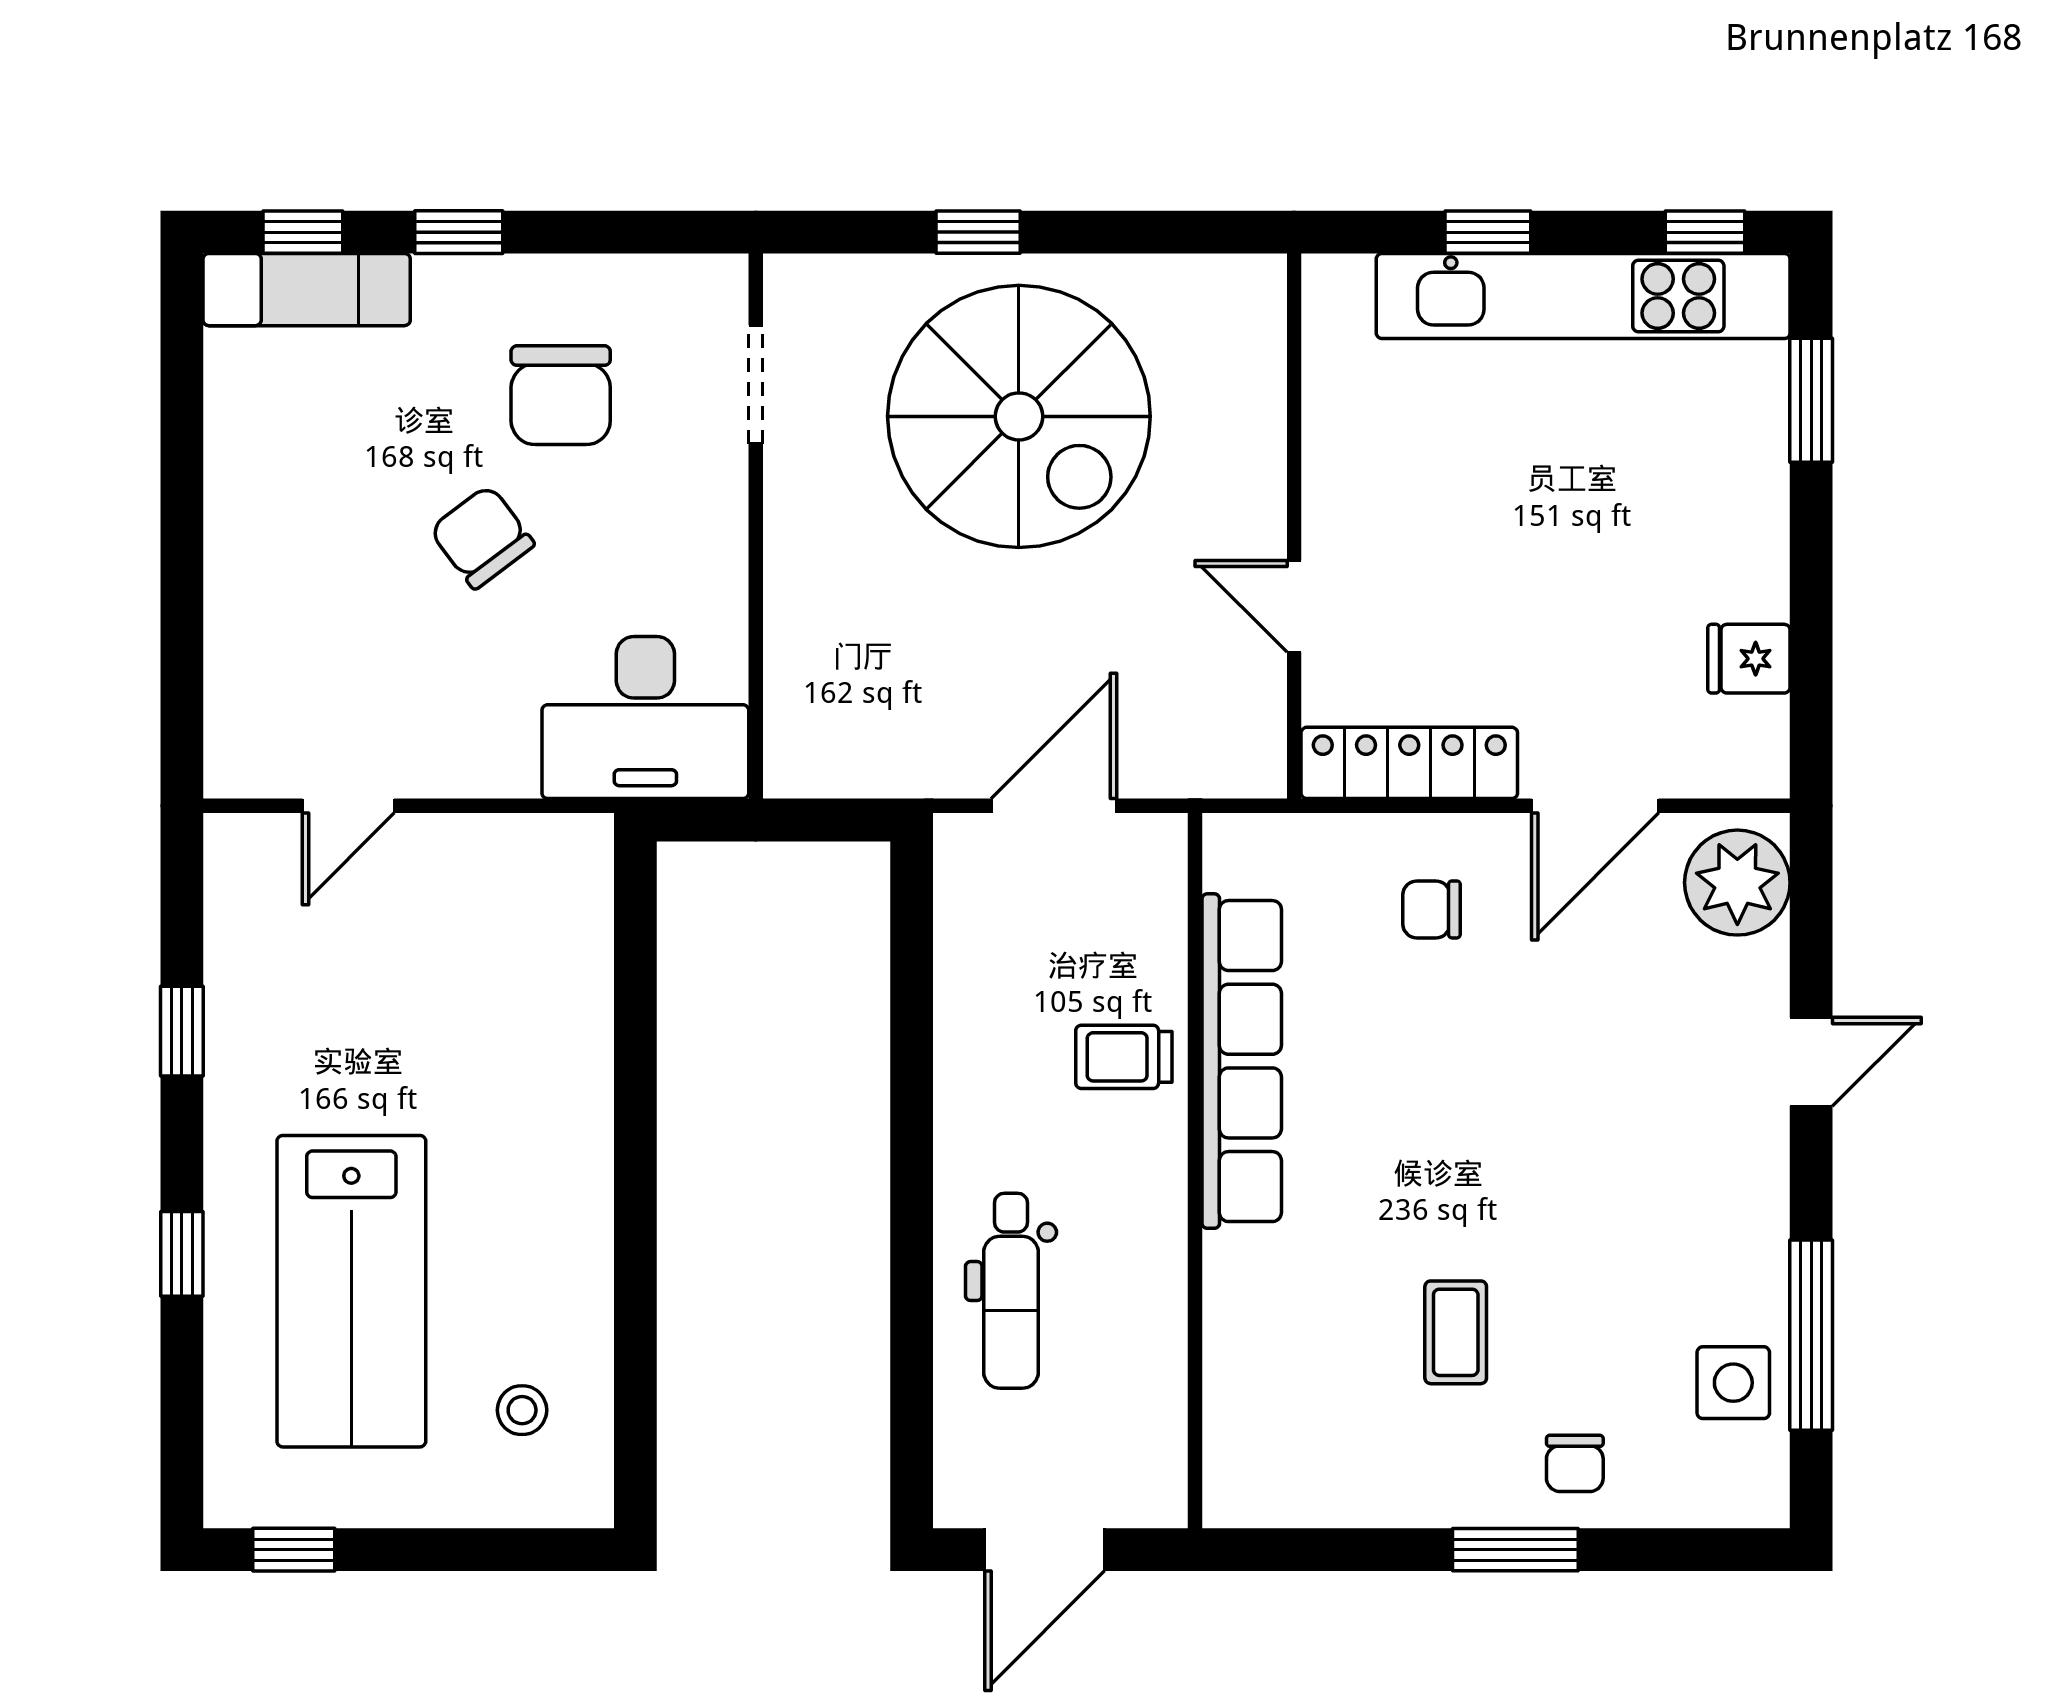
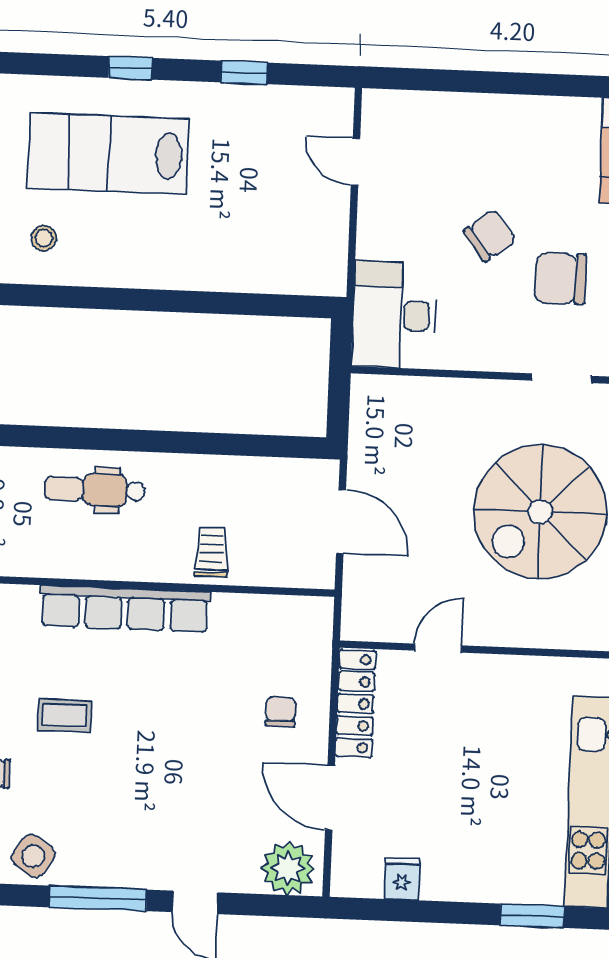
row of seats: (1242, 1061) -> (125, 609), moved
window: (1811, 1335) -> (98, 898), moved
side table: (1733, 1383) -> (33, 856), turned 34

